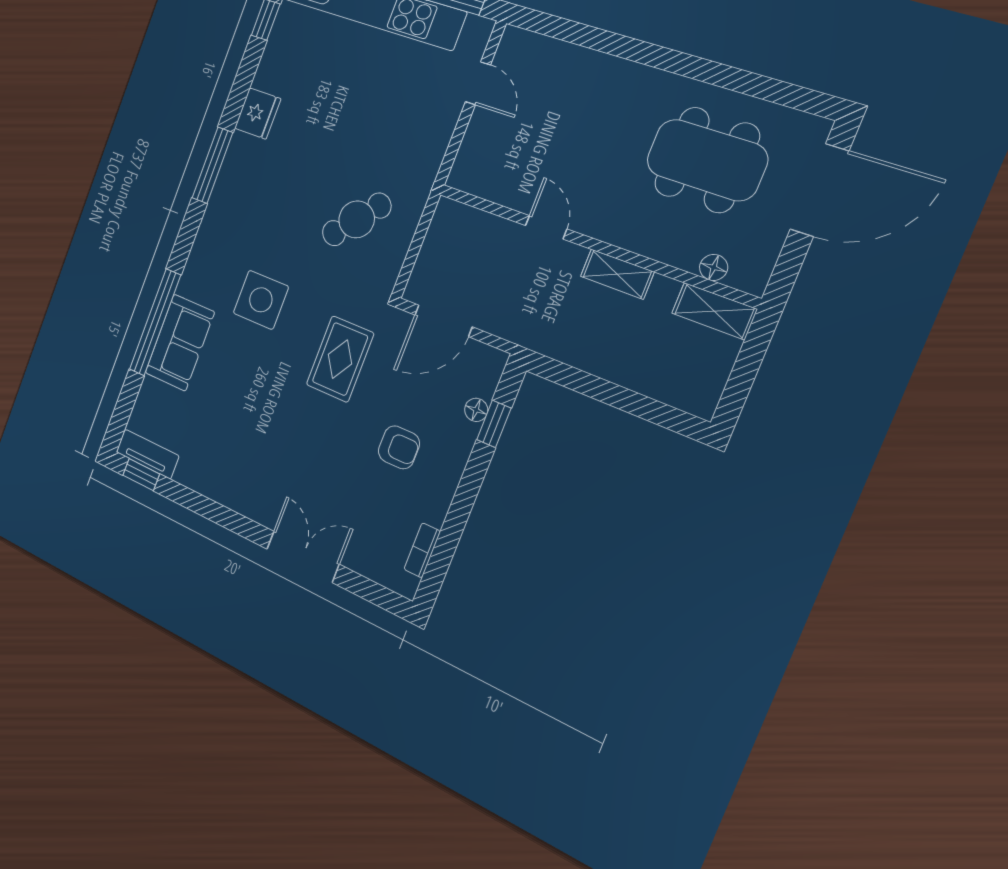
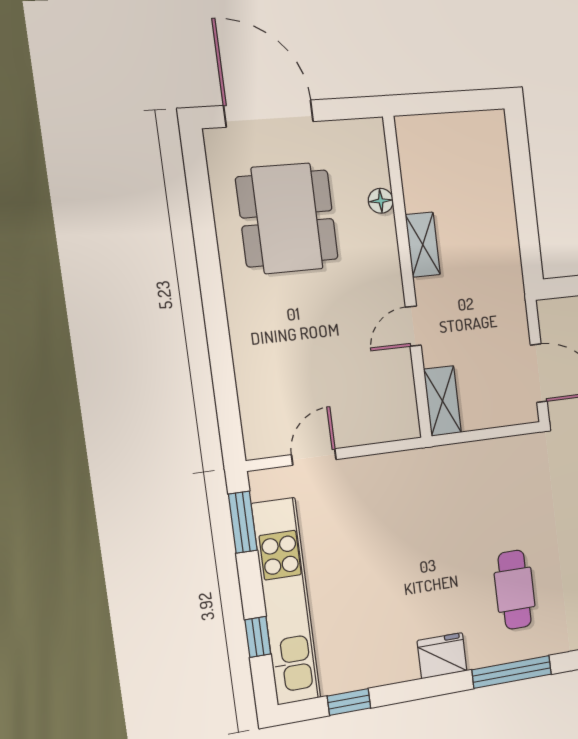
cafe table: (357, 219) -> (515, 590), moved, turned 50
floor lamp: (714, 267) -> (381, 201), moved
shelving: (714, 311) -> (442, 401), moved

